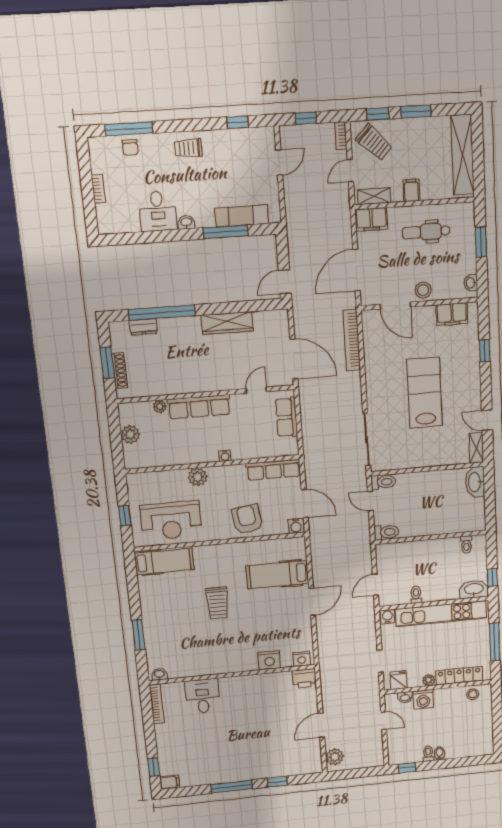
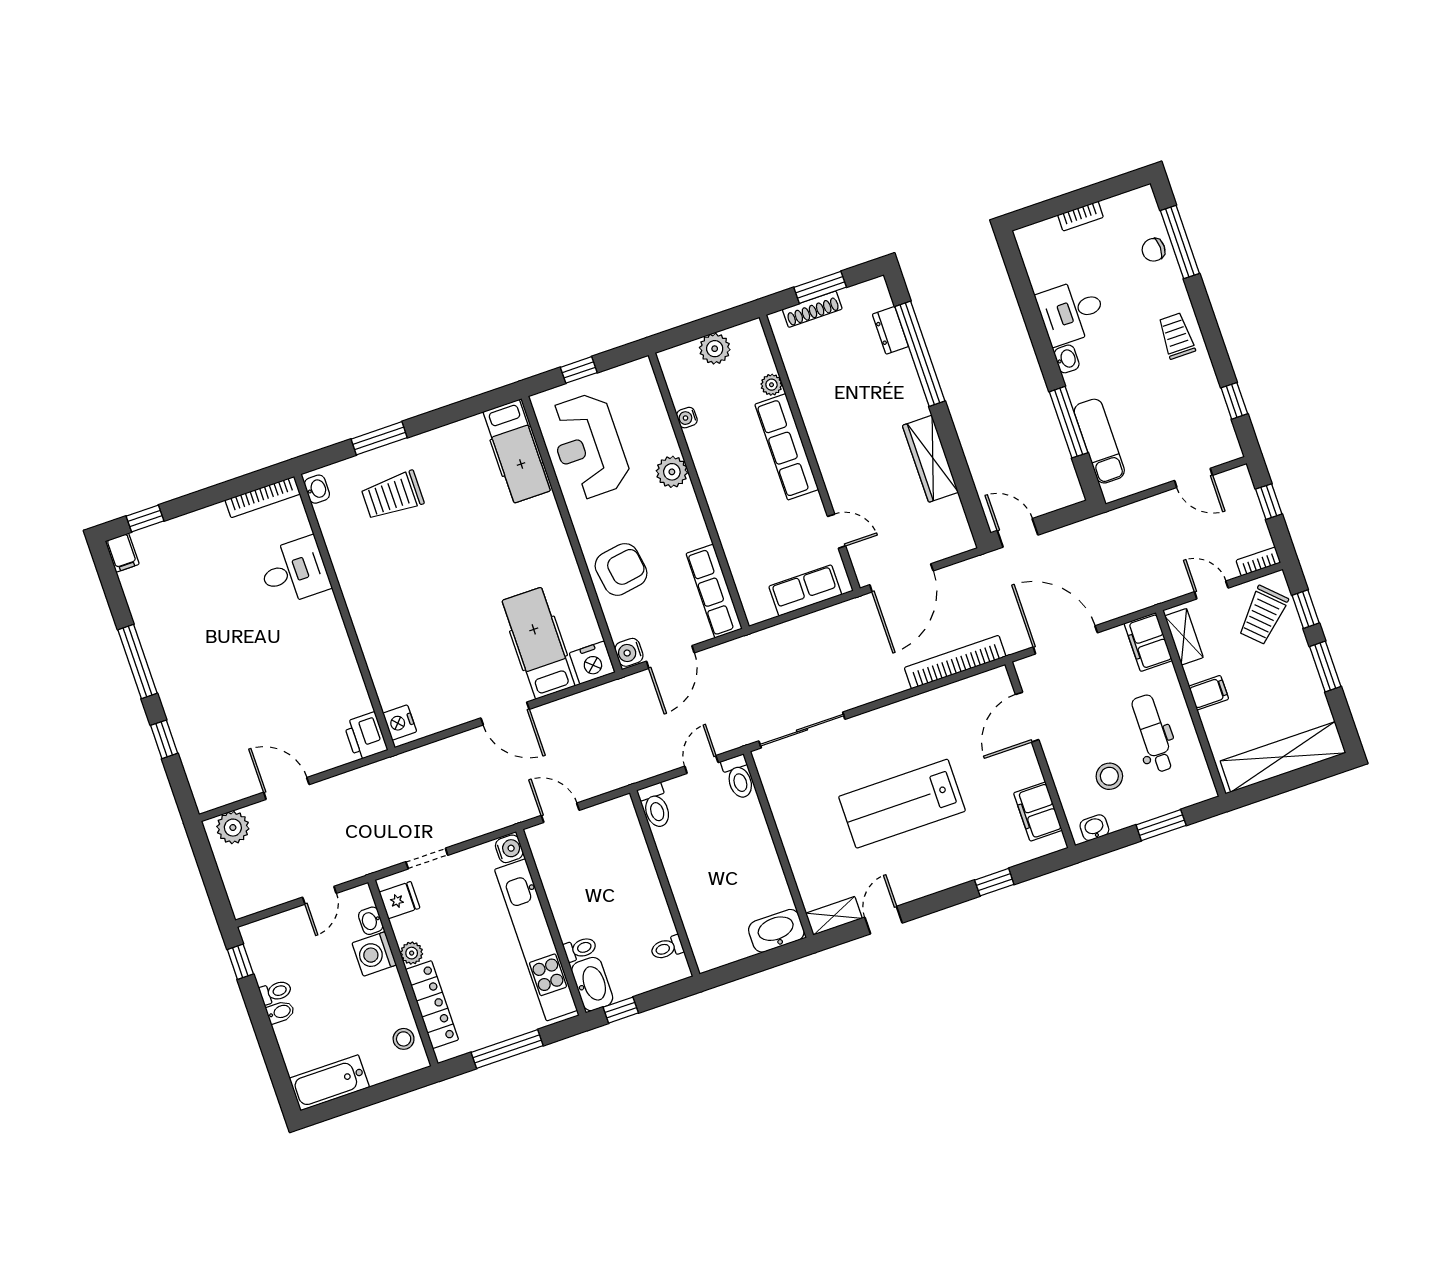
stool: (423, 290) -> (1109, 776), moved
lab bench: (425, 393) -> (902, 804), turned 180
water cooler: (225, 456) -> (687, 418), moved
toilet: (416, 595) -> (580, 949), moved
trolley: (217, 603) -> (393, 495), moved
nightstand: (269, 660) -> (592, 663), moved, turned -90
bathtub: (484, 737) -> (329, 1083), added

